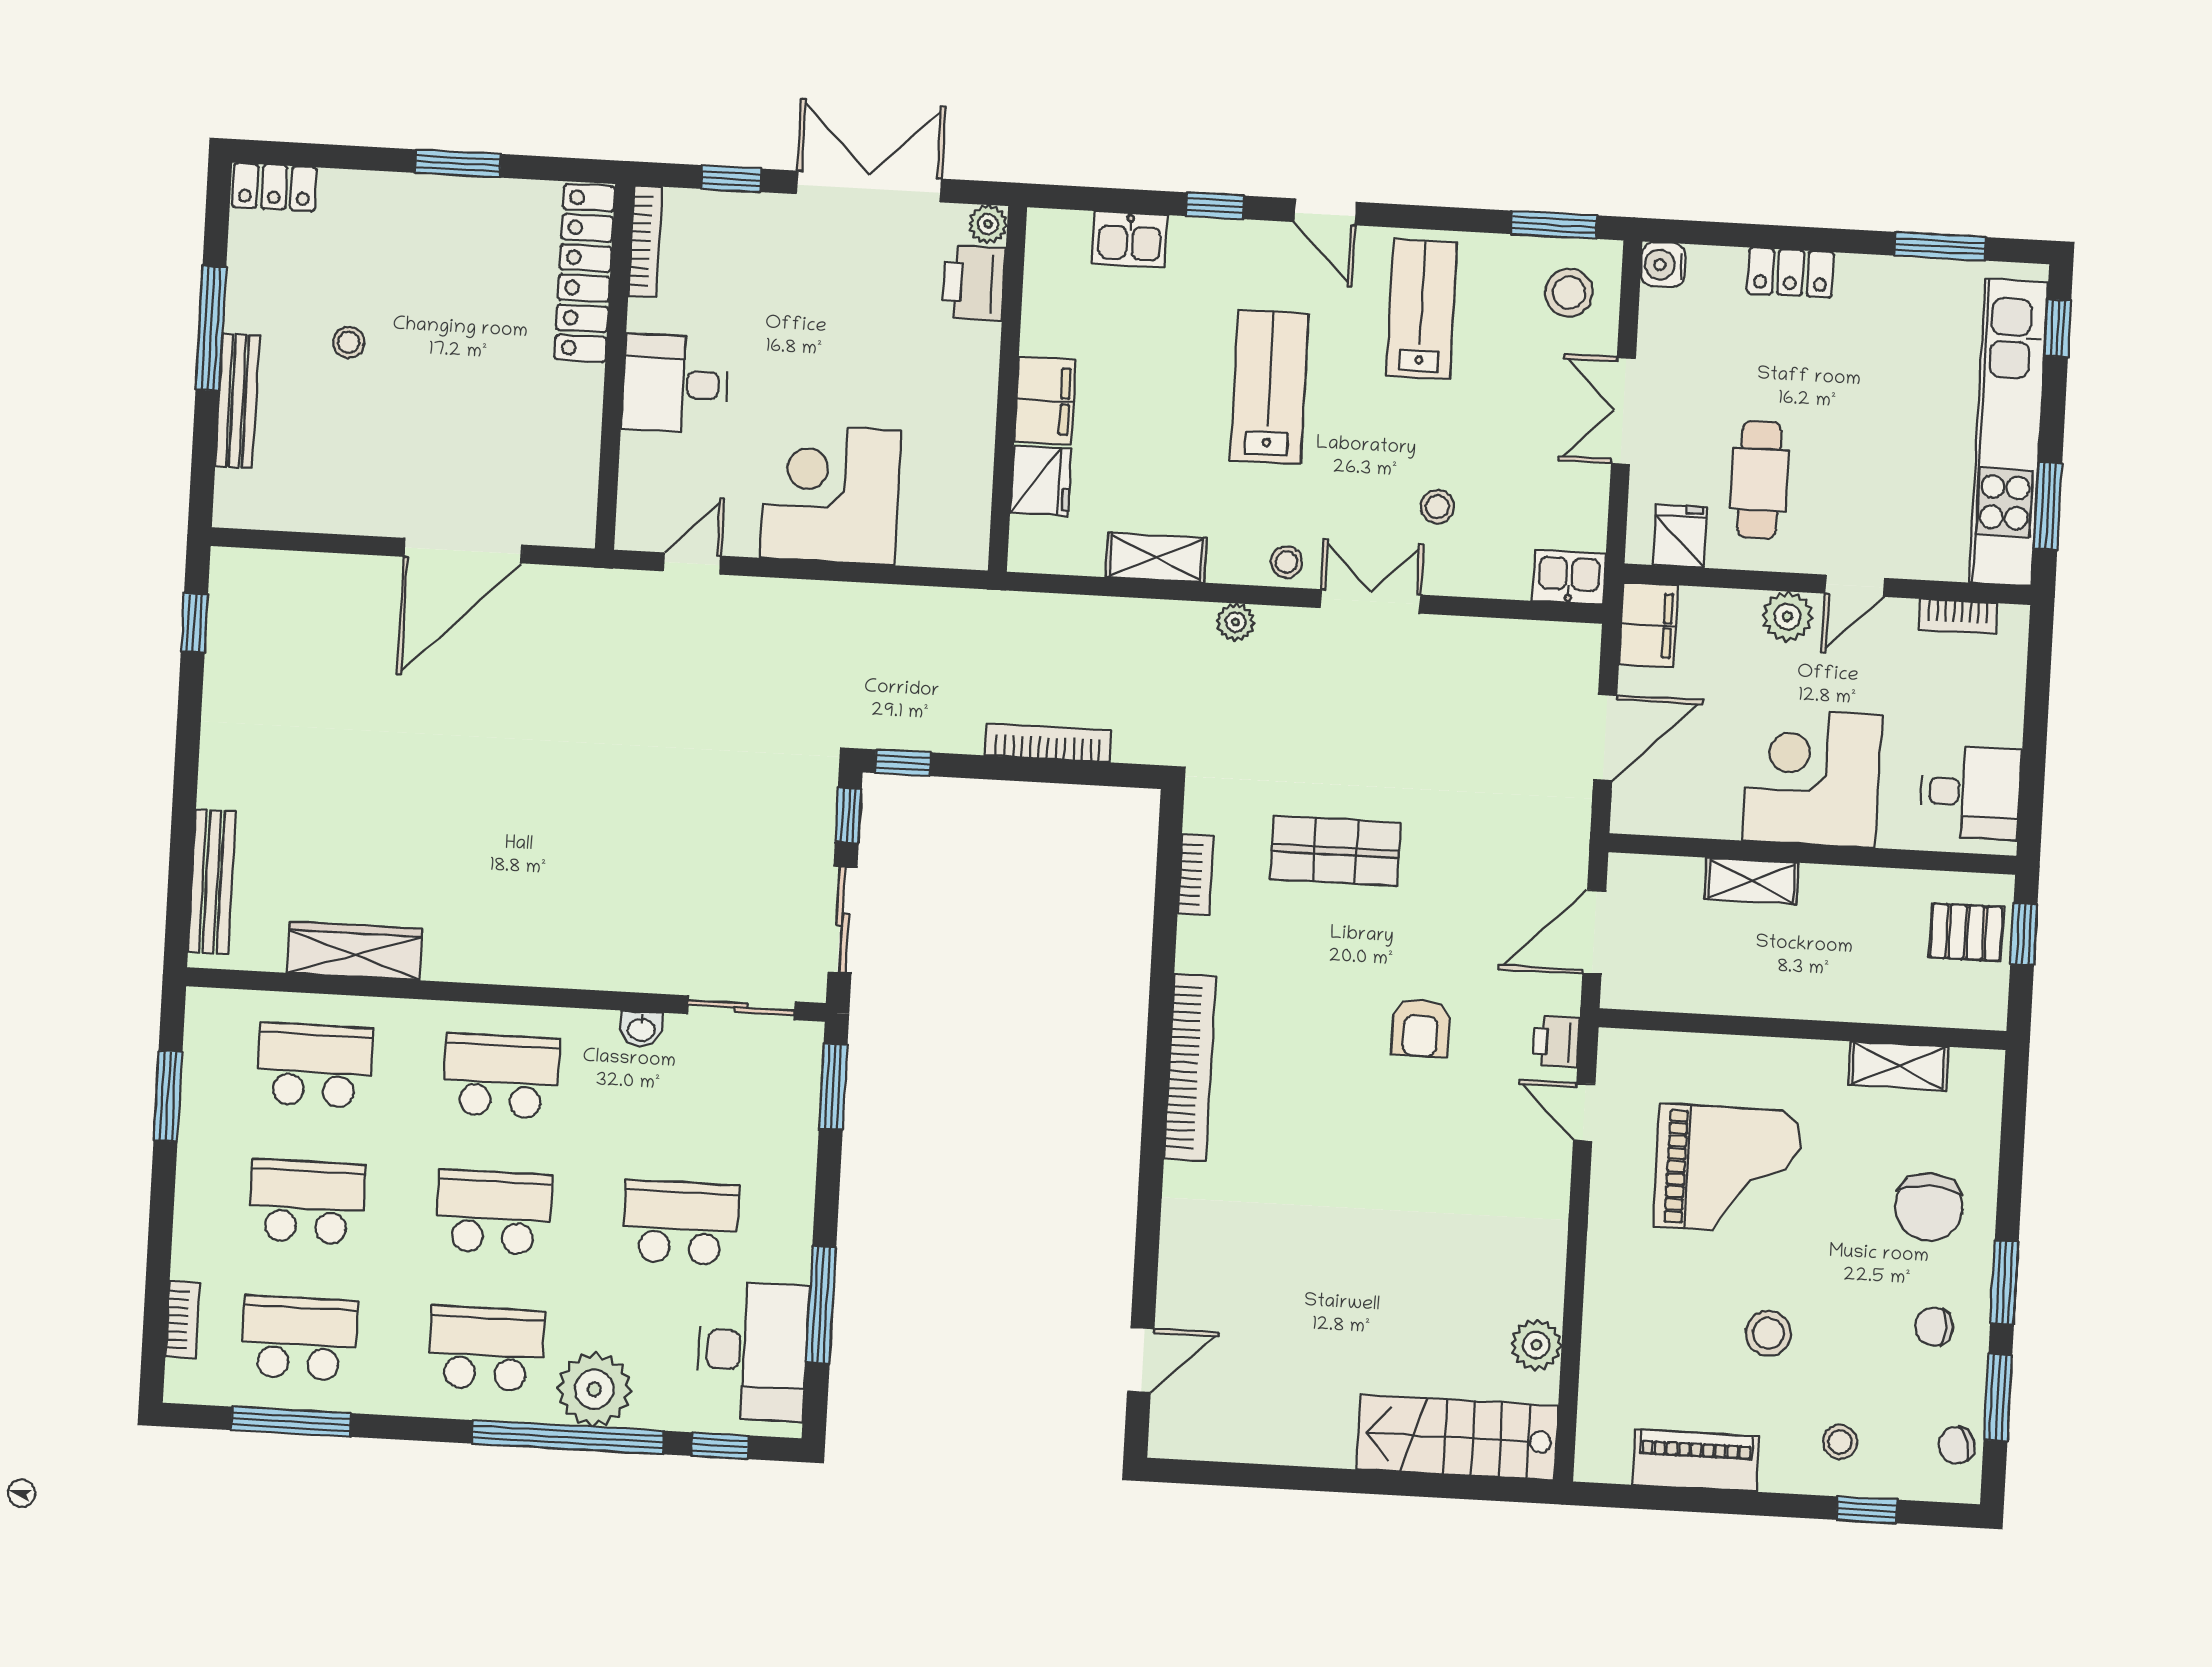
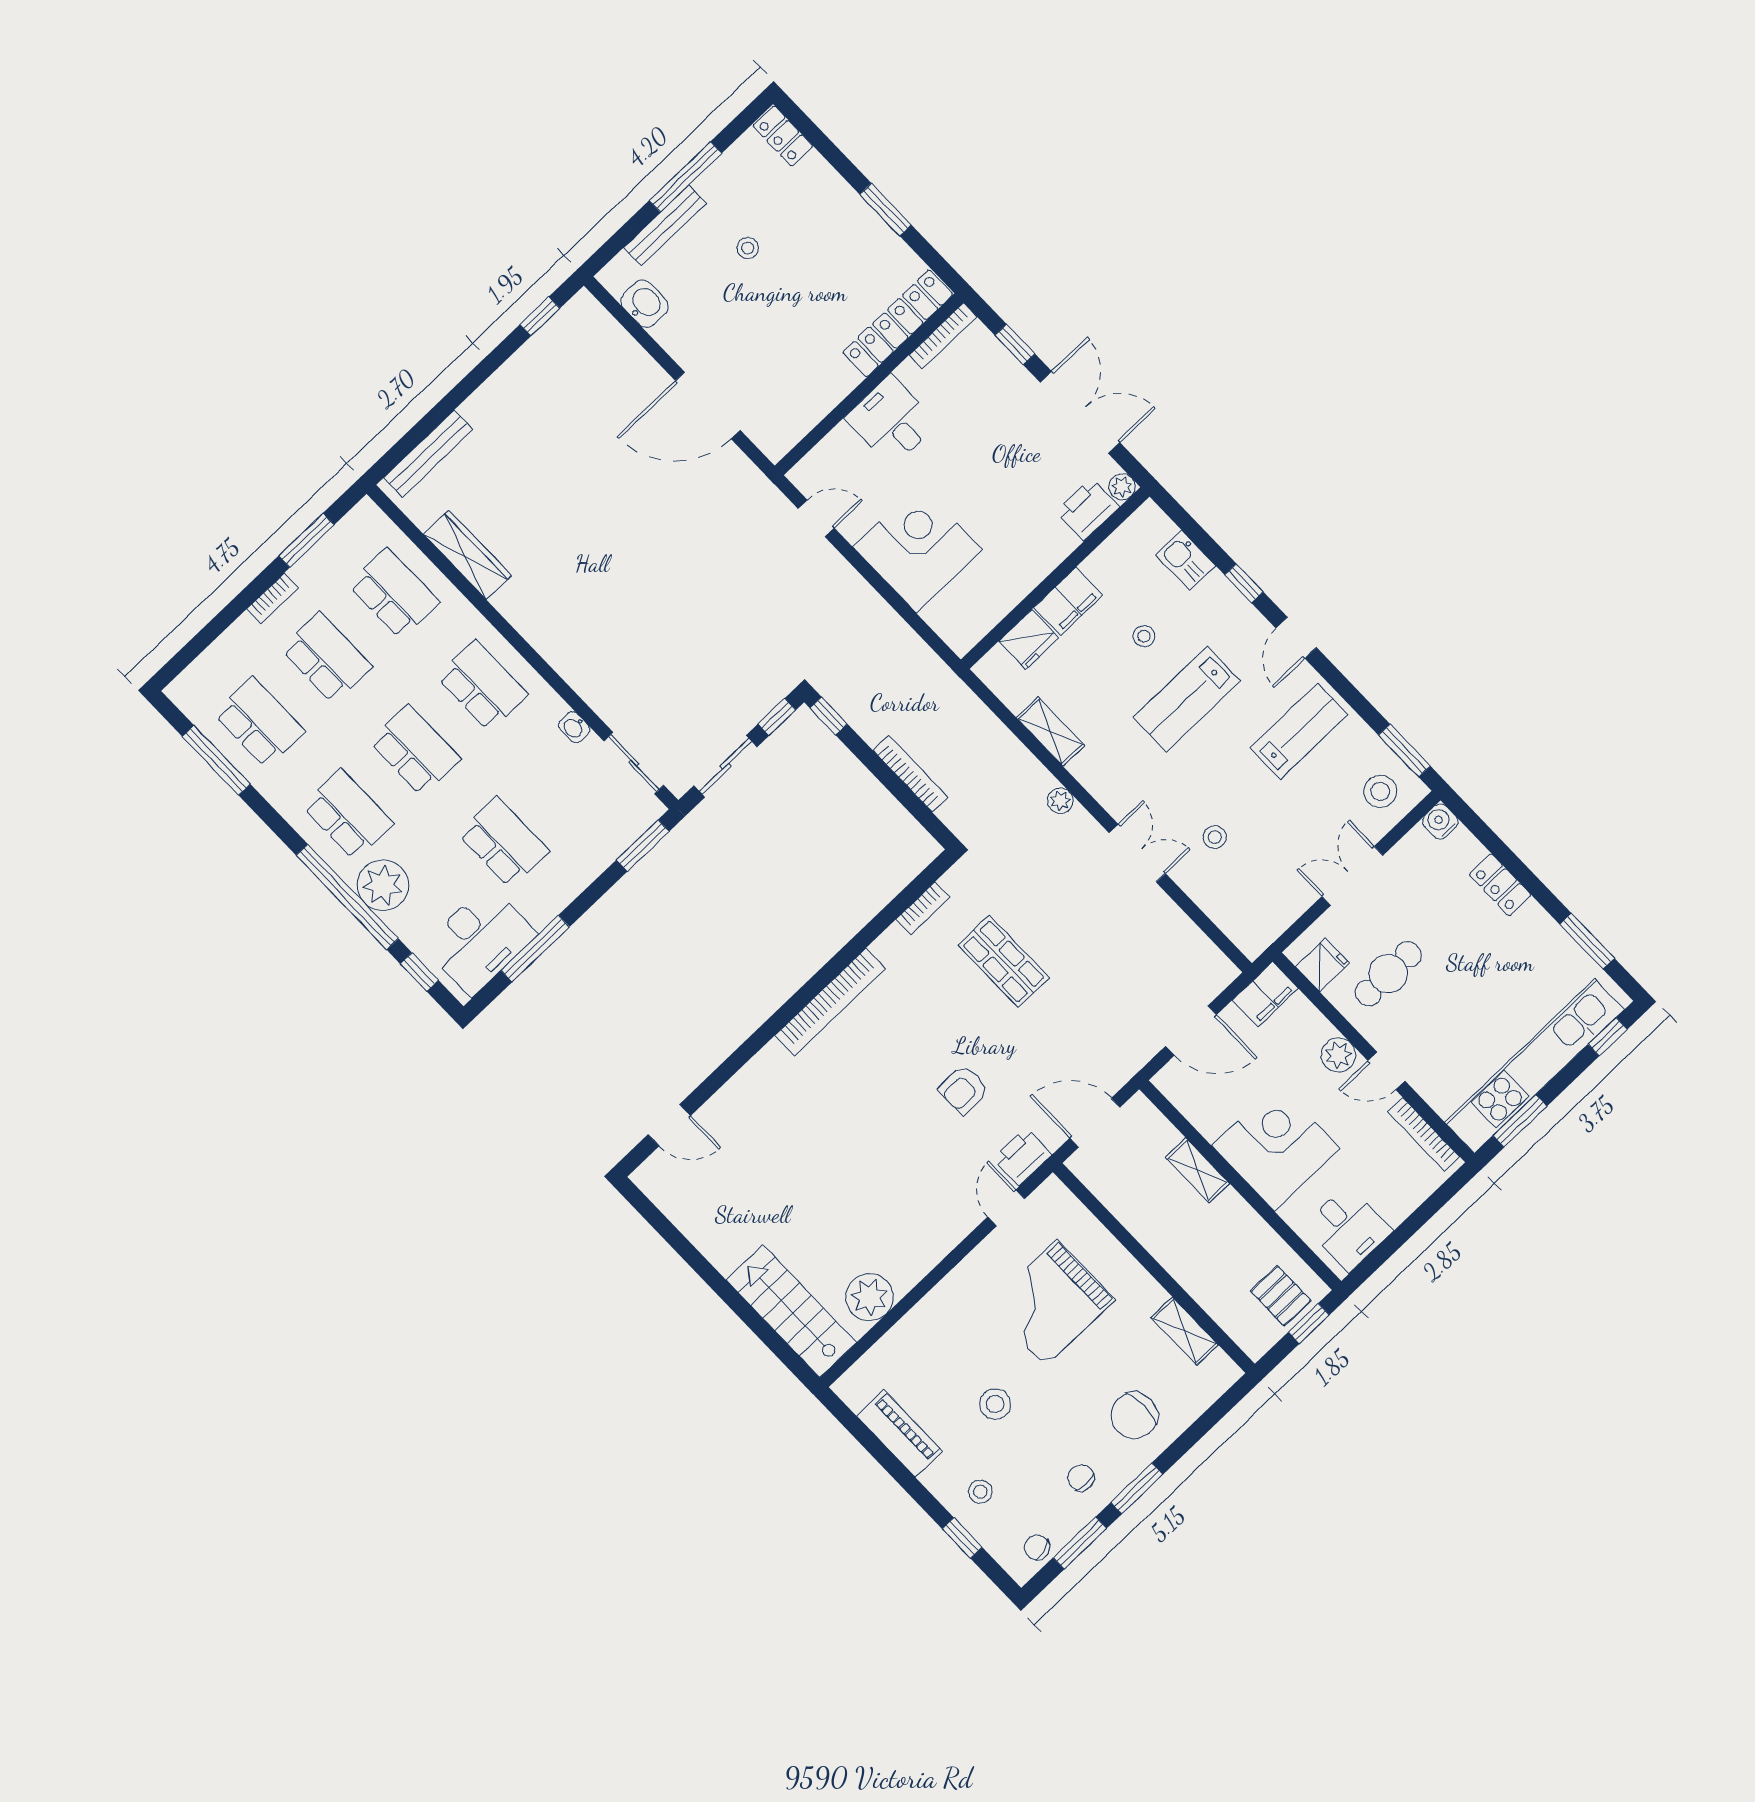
lab bench: (1269, 387) -> (1187, 699), turned 180
washbasin: (294, 505) -> (645, 304), added
stool: (1287, 562) -> (1144, 636), moved
kitchen sink: (1569, 577) -> (1248, 934), removed
bookcase: (1958, 616) -> (1424, 1134), width x1.56
printer: (1556, 1042) -> (1022, 1157), width x1.36, depth x1.24
grand piano: (1728, 1169) -> (1051, 1303), turned 90
bookcase: (183, 1320) -> (273, 598), moved
plant: (1536, 1345) -> (869, 1297), width x1.36, depth x1.36

